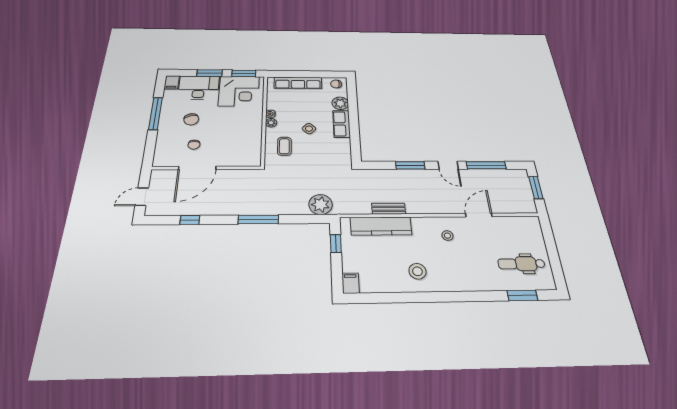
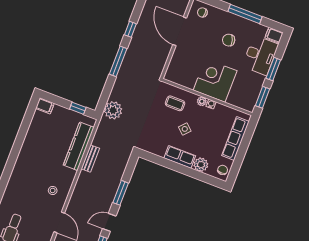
corner desk: (239, 91) -> (215, 81), moved, turned 90
chair: (194, 145) -> (202, 12), moved
window: (190, 220) -> (130, 29), moved
stool: (417, 271) -> (35, 155), removed

